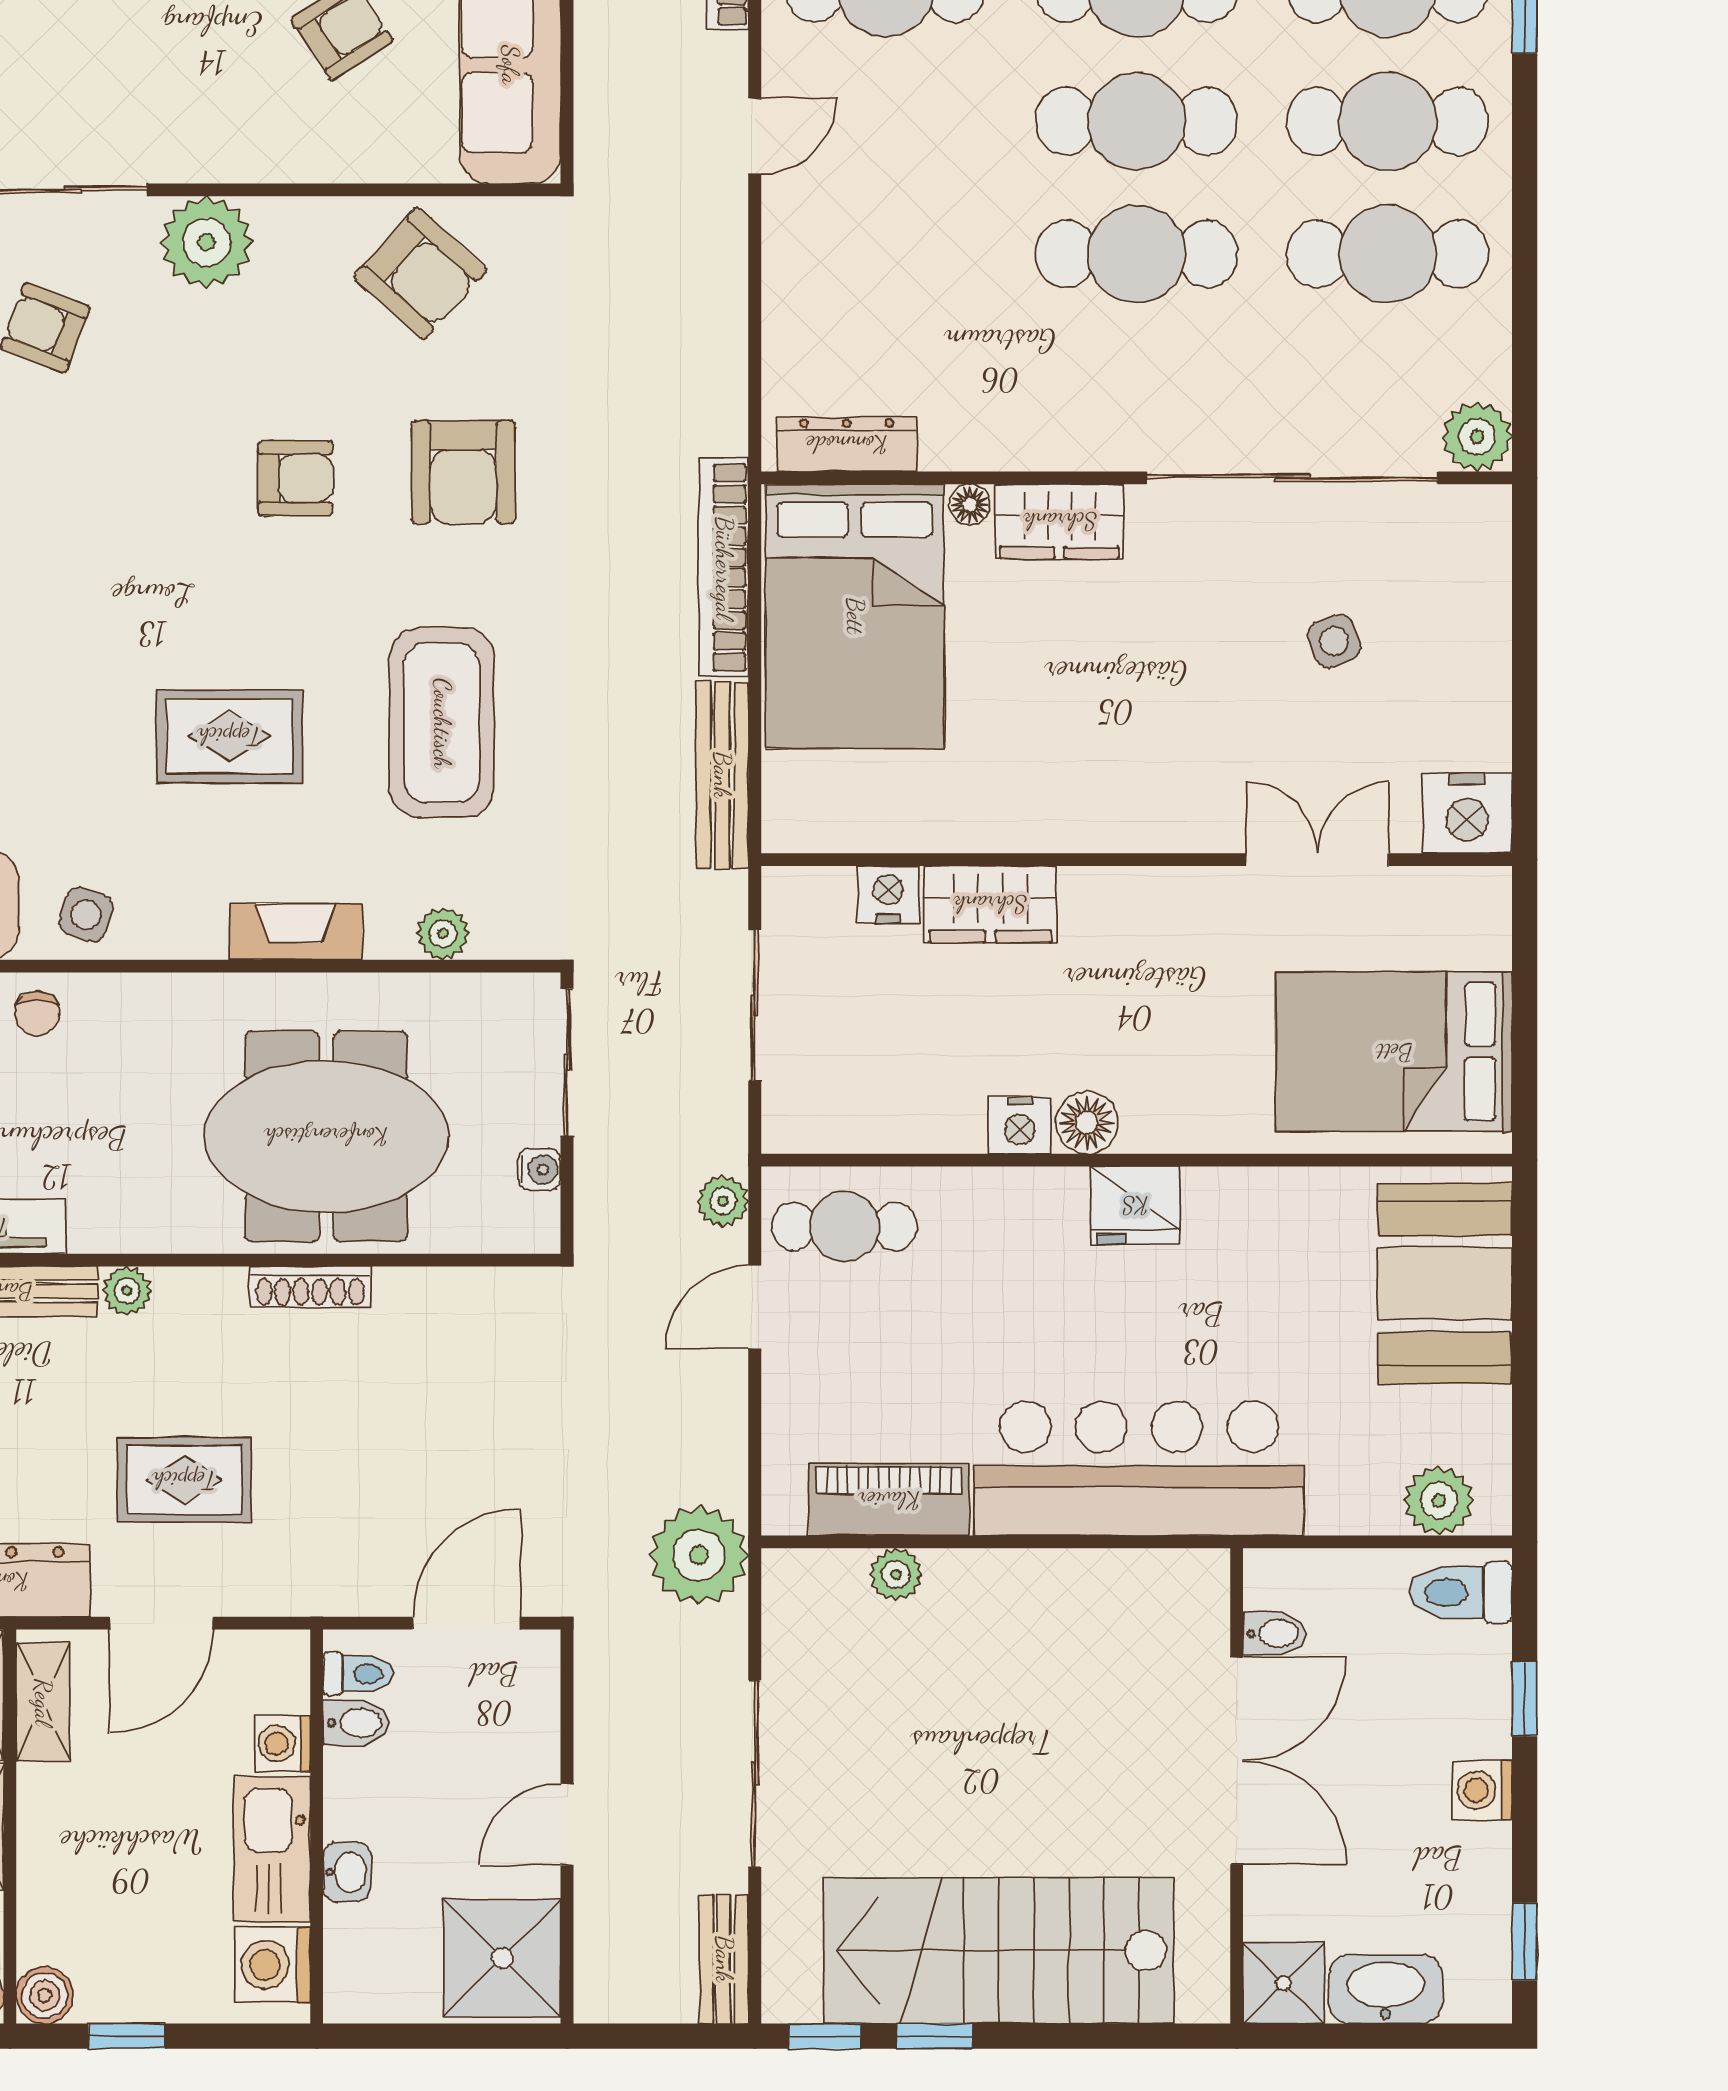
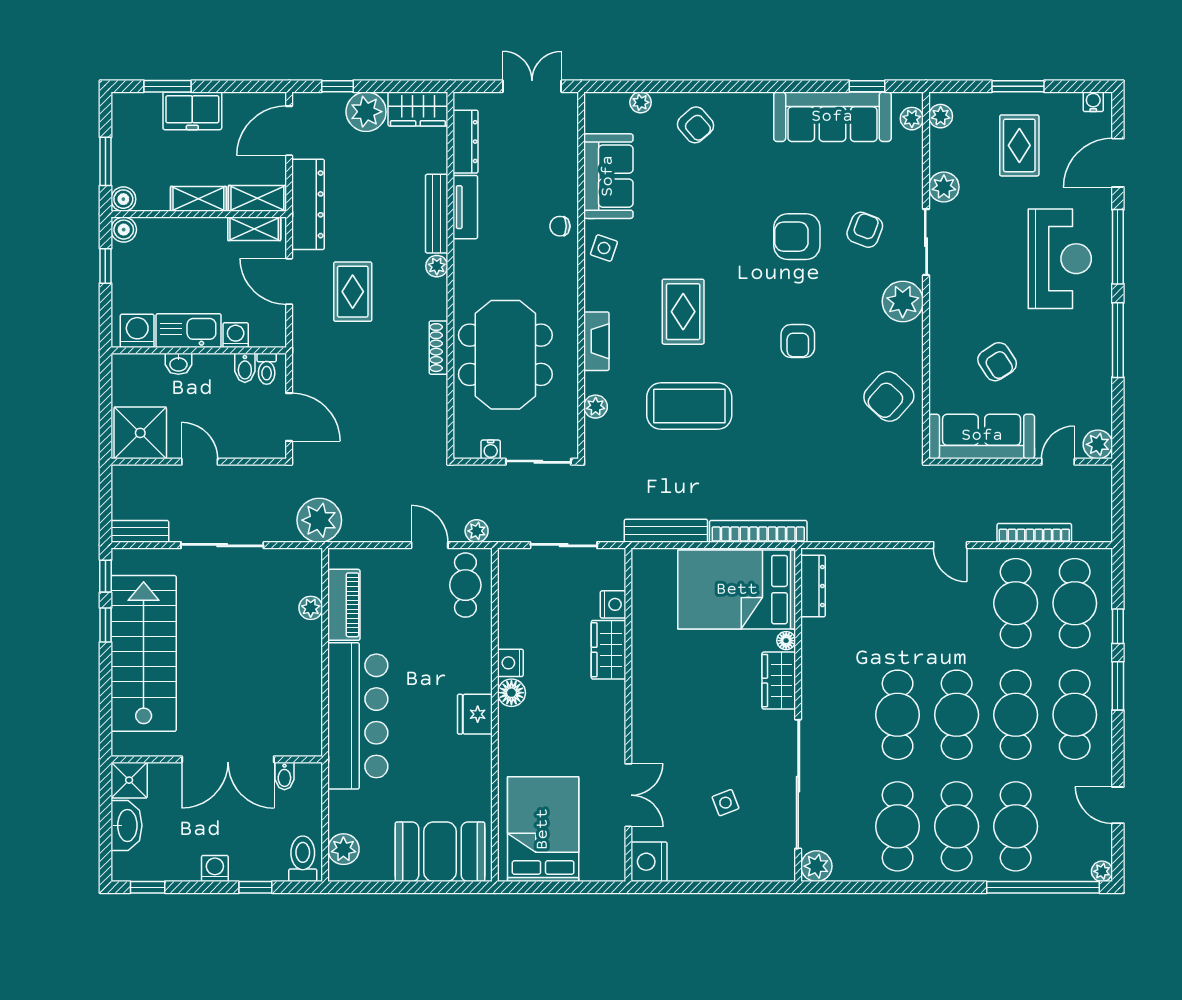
armchair: (463, 472) -> (797, 237), moved

